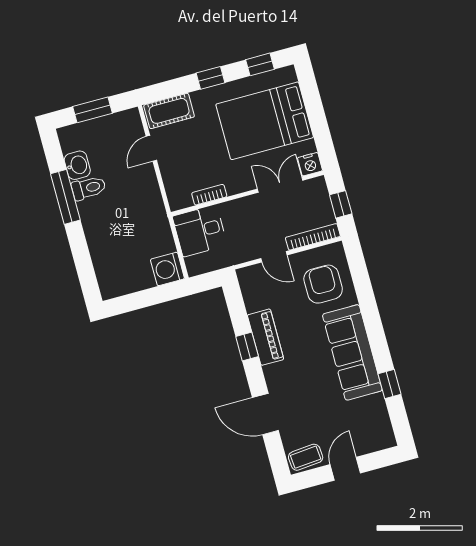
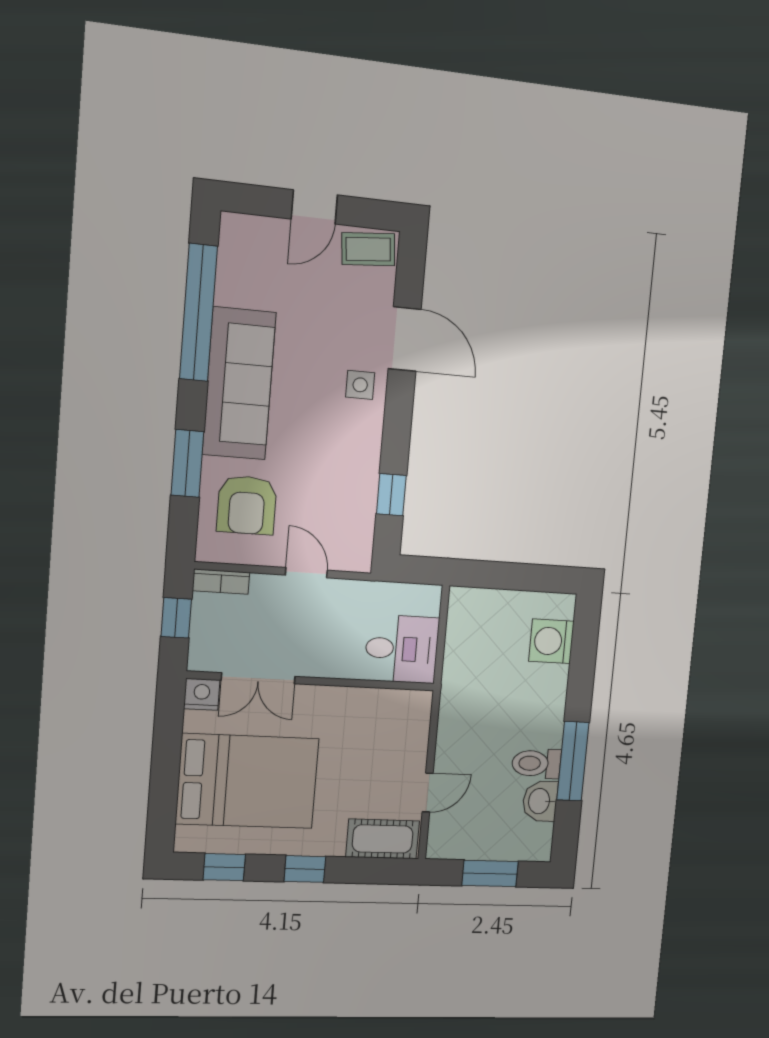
bookcase: (209, 195) -> (369, 698), removed
bookcase: (313, 237) -> (221, 582), width x0.64
washing machine: (167, 269) -> (551, 641), moved, turned 180
window: (366, 296) -> (187, 463), added
piano: (266, 337) -> (362, 456), removed
window: (247, 347) -> (391, 495), moved
side table: (282, 378) -> (360, 385), added
window: (389, 384) -> (198, 313), width x3.17

